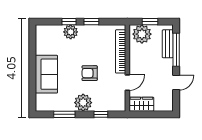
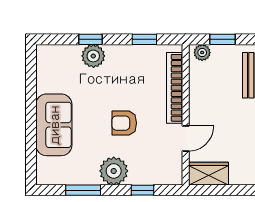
window: (91, 22) -> (144, 39), moved
plant: (142, 34) -> (202, 53), width x0.53, depth x0.53

